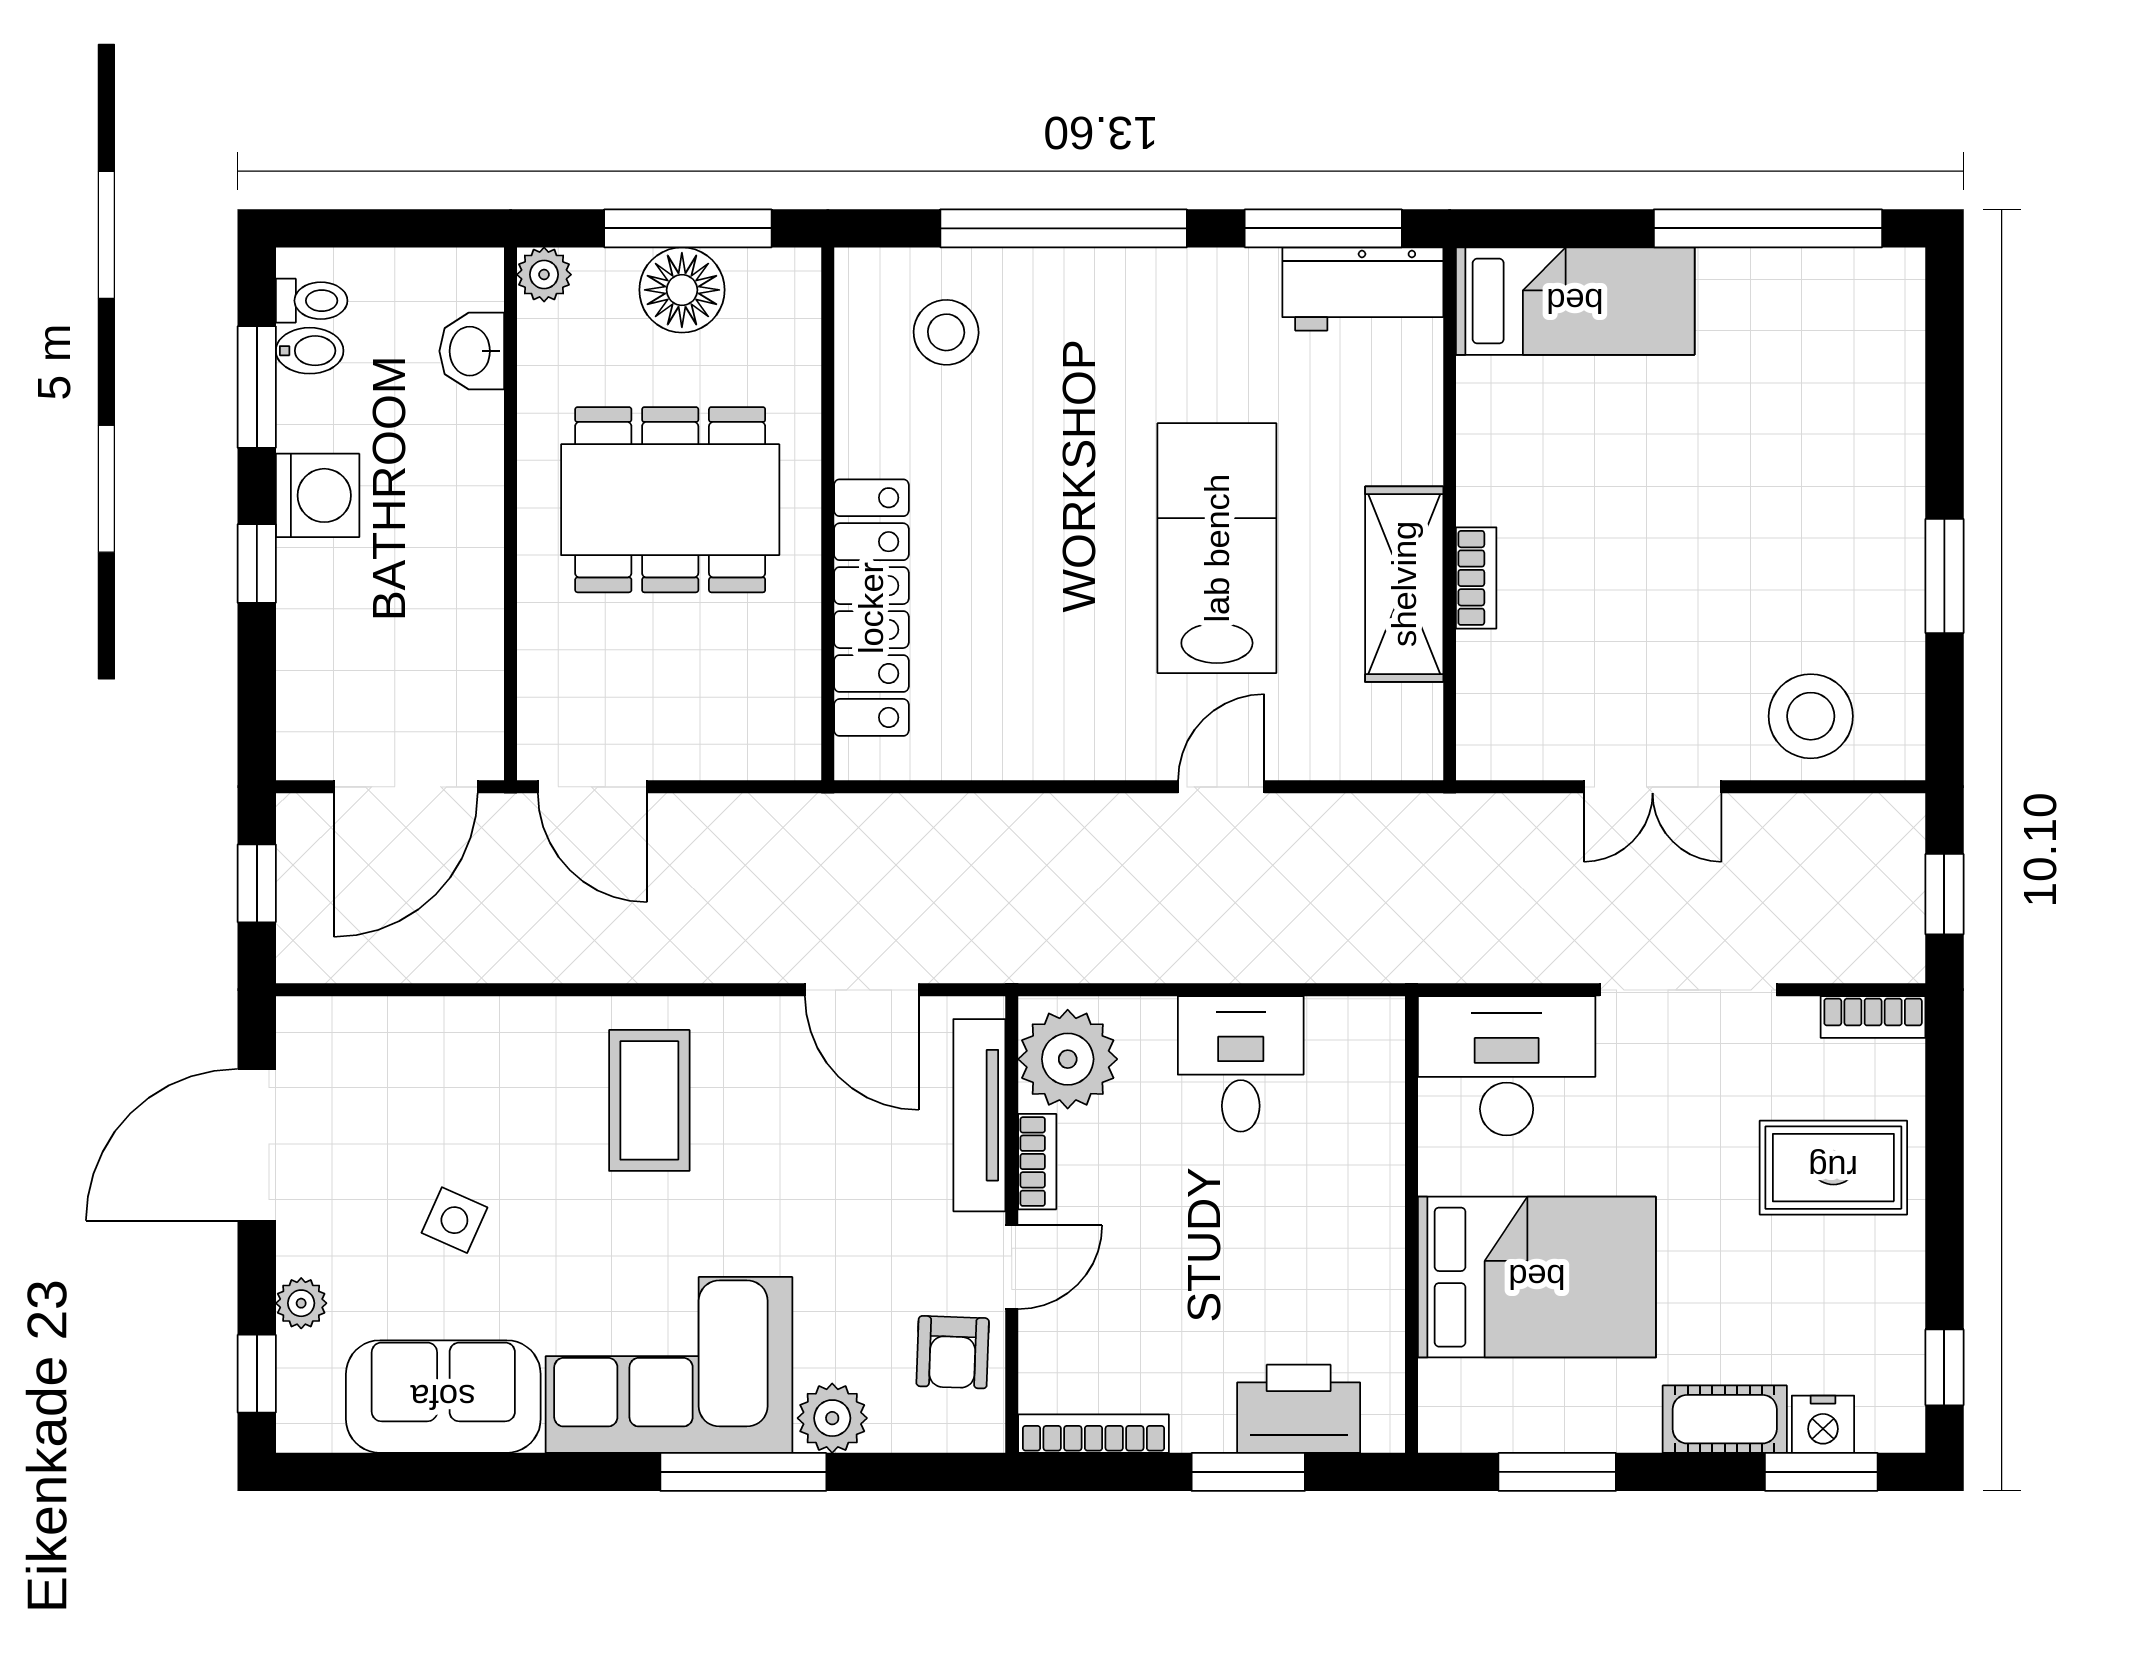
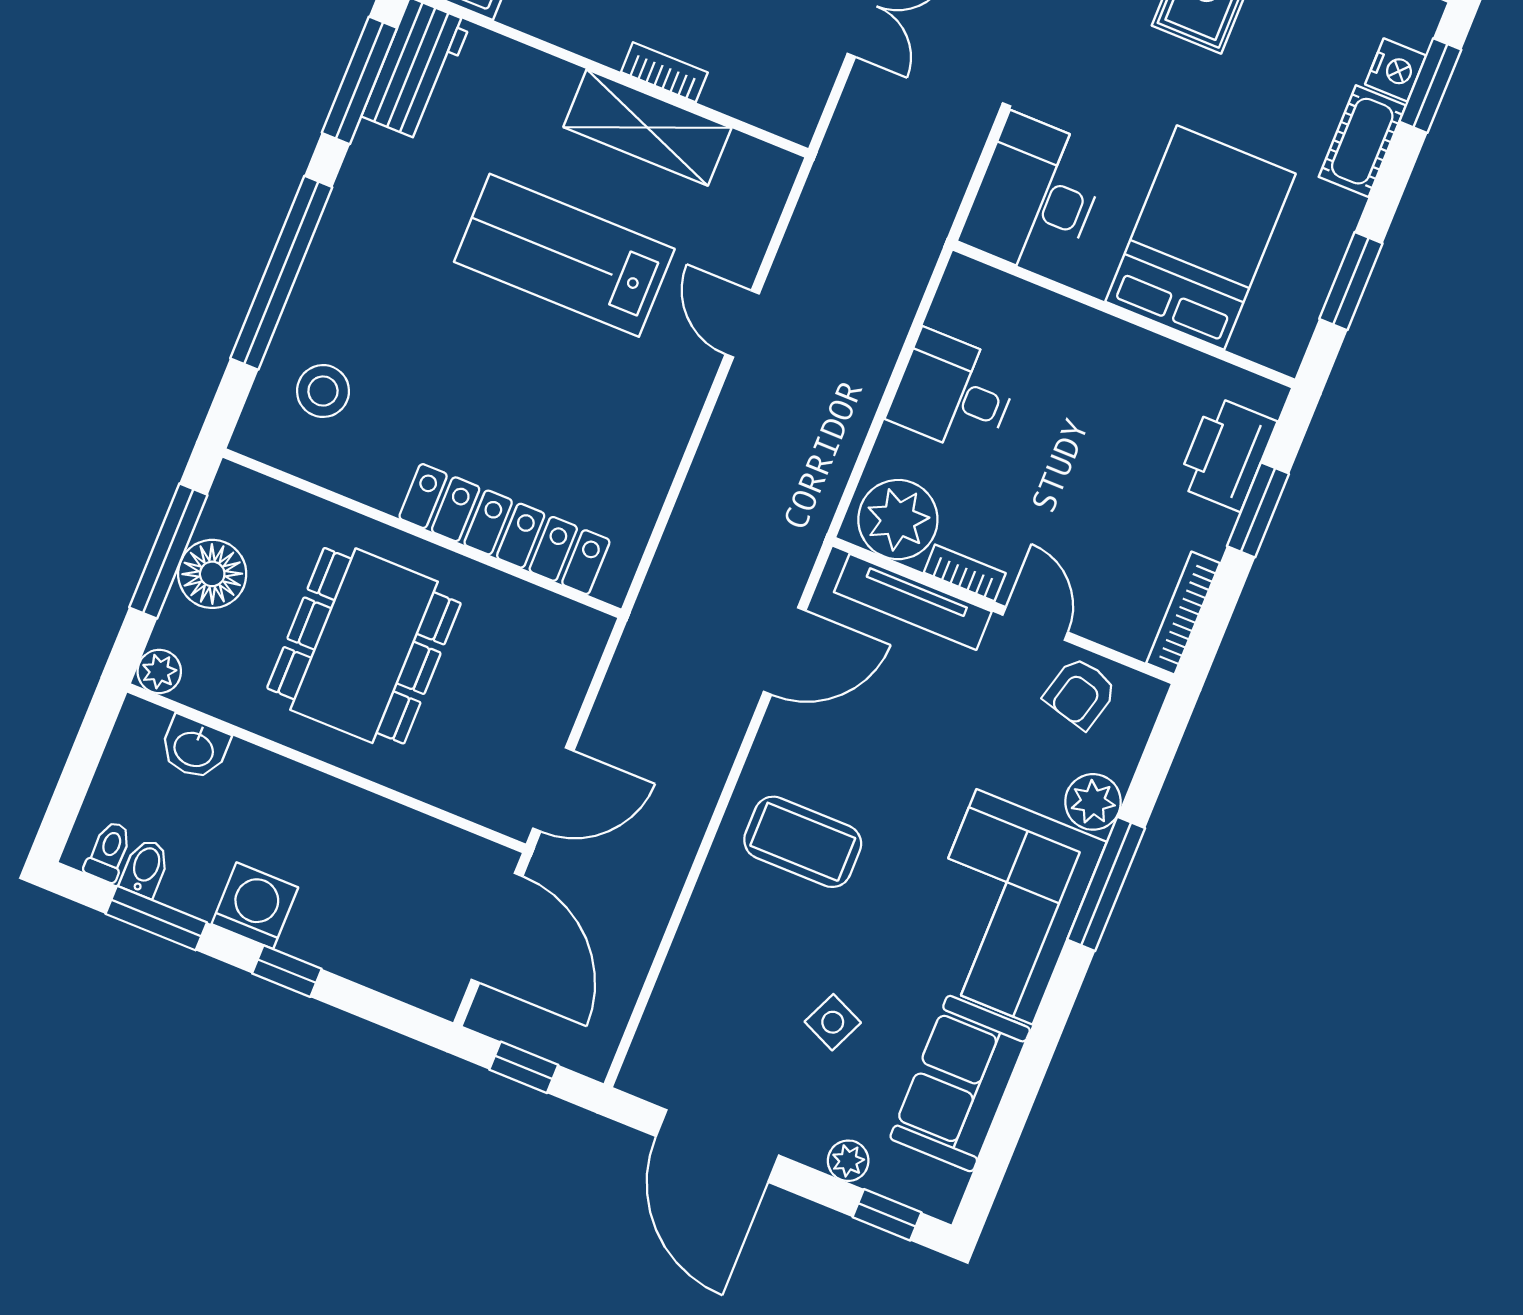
armchair: (953, 1352) -> (1080, 693), turned 103

